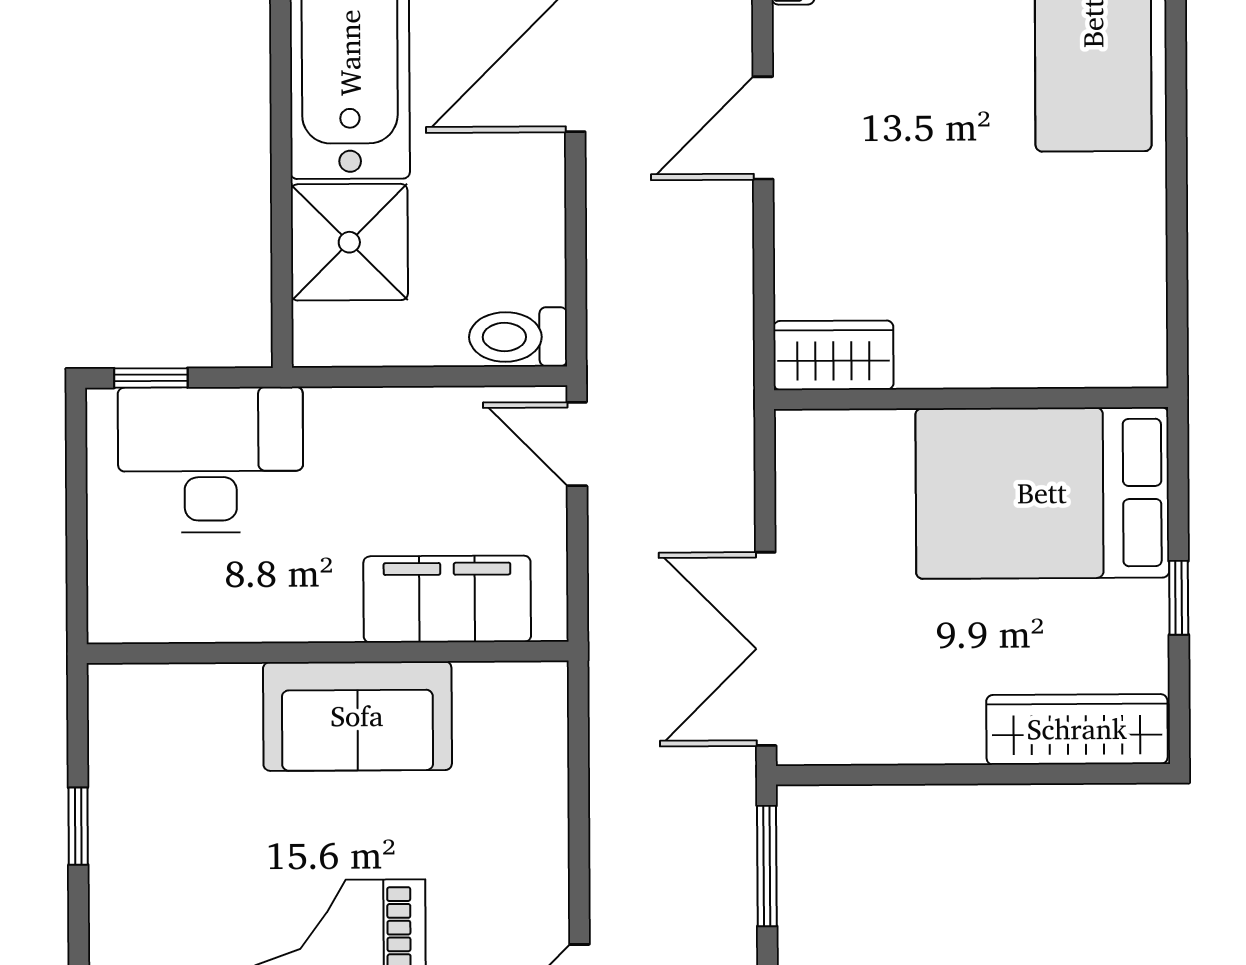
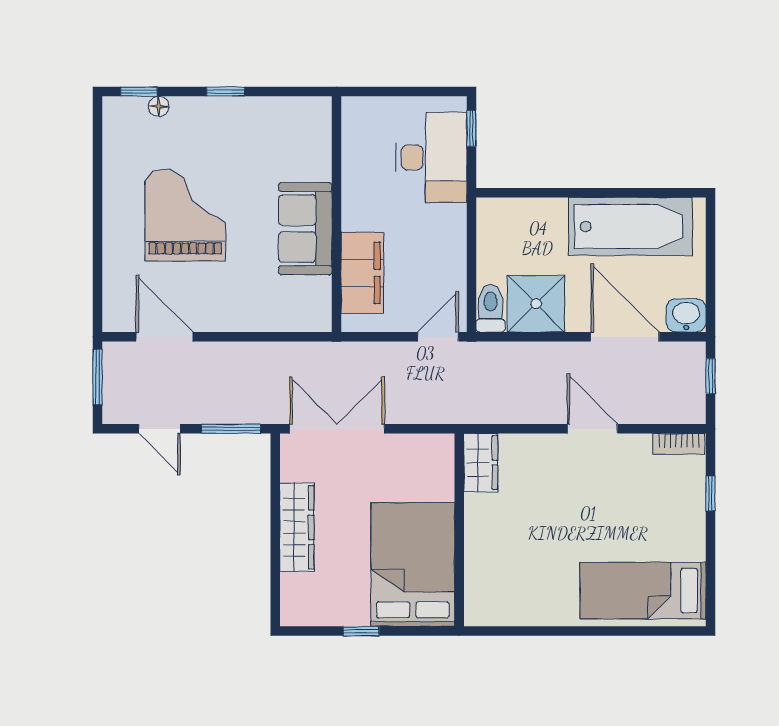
shower: (349, 242) -> (536, 304), moved
wardrobe: (1077, 729) -> (297, 527), moved
window: (78, 826) -> (226, 92), moved

